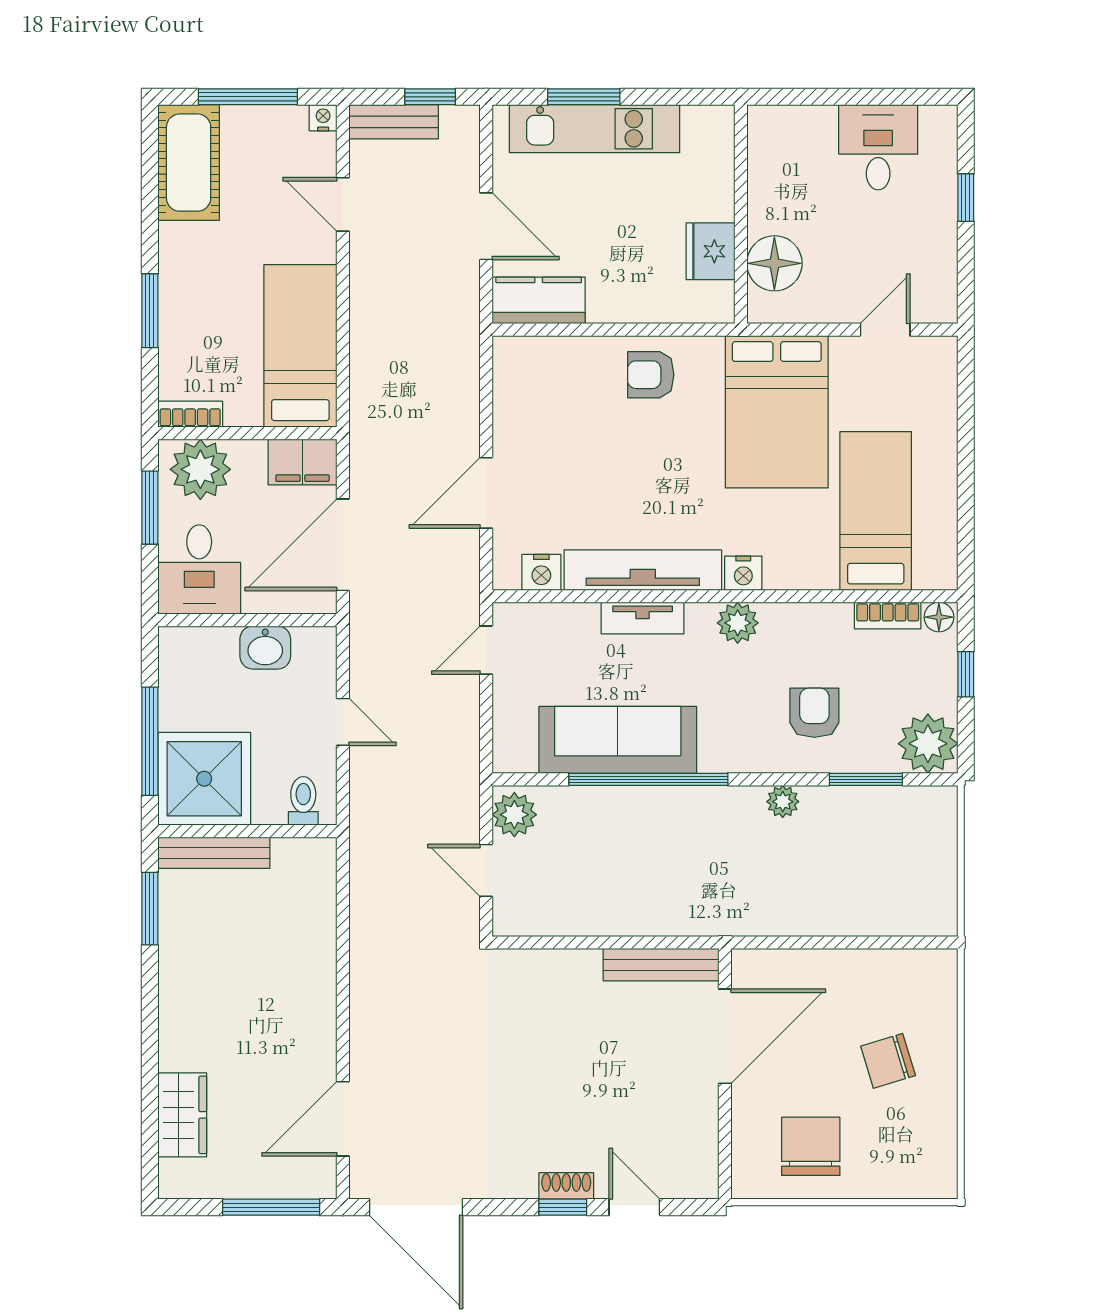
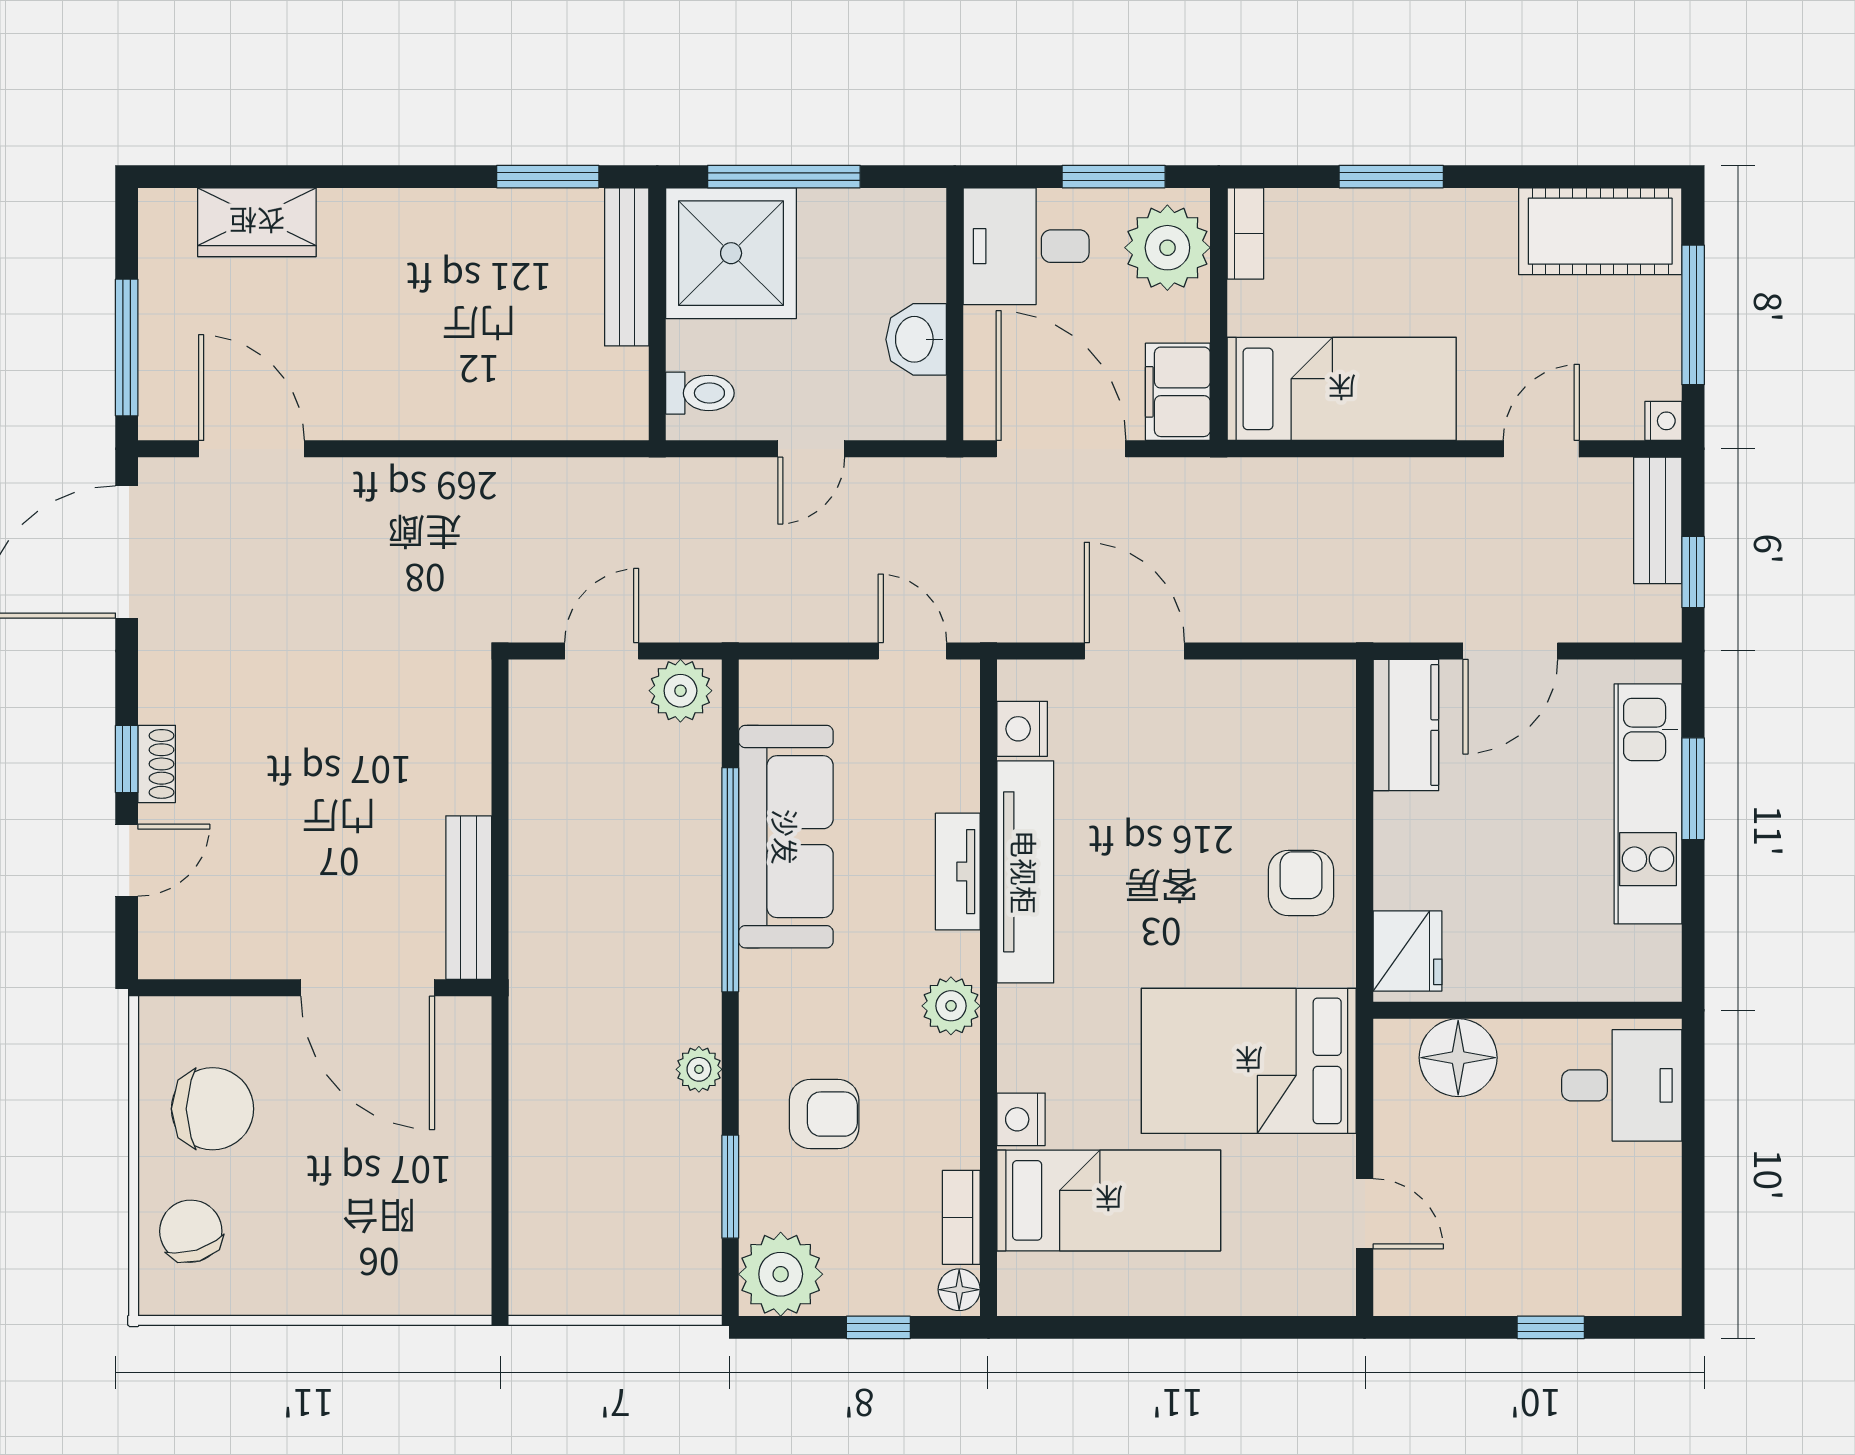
desk: (878, 147) -> (1622, 1085), moved
fridge: (710, 251) -> (1408, 951), moved, turned 90
nightstand: (743, 573) -> (1021, 1119), moved
chair: (888, 1061) -> (191, 1231), moved

